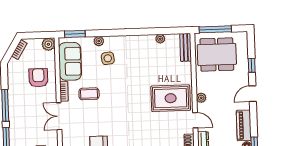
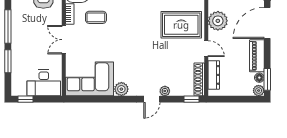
door: (253, 94) -> (267, 23), width x1.88
plant: (201, 98) -> (218, 21), width x1.88, depth x1.88

